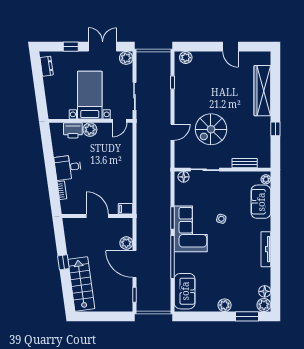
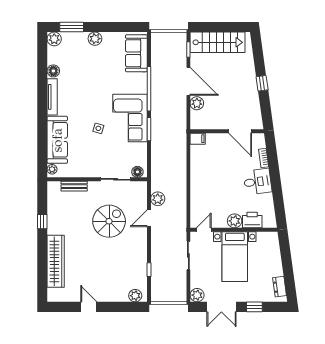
plant: (164, 151) -> (158, 199), added
sofa: (261, 202) -> (57, 140), width x1.36
door: (97, 216) -> (240, 131), moved
stairs: (81, 284) -> (218, 42), moved, turned -82
floor lamp: (265, 291) -> (53, 71), moved

